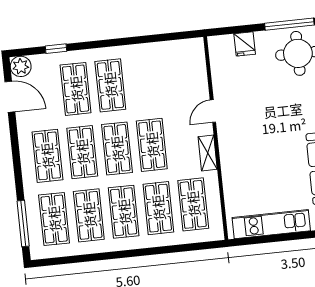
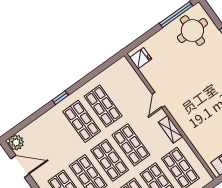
fridge: (245, 44) -> (141, 58), moved, turned -90
window: (56, 49) -> (60, 98), moved
shop shelf: (76, 89) -> (103, 106), moved

